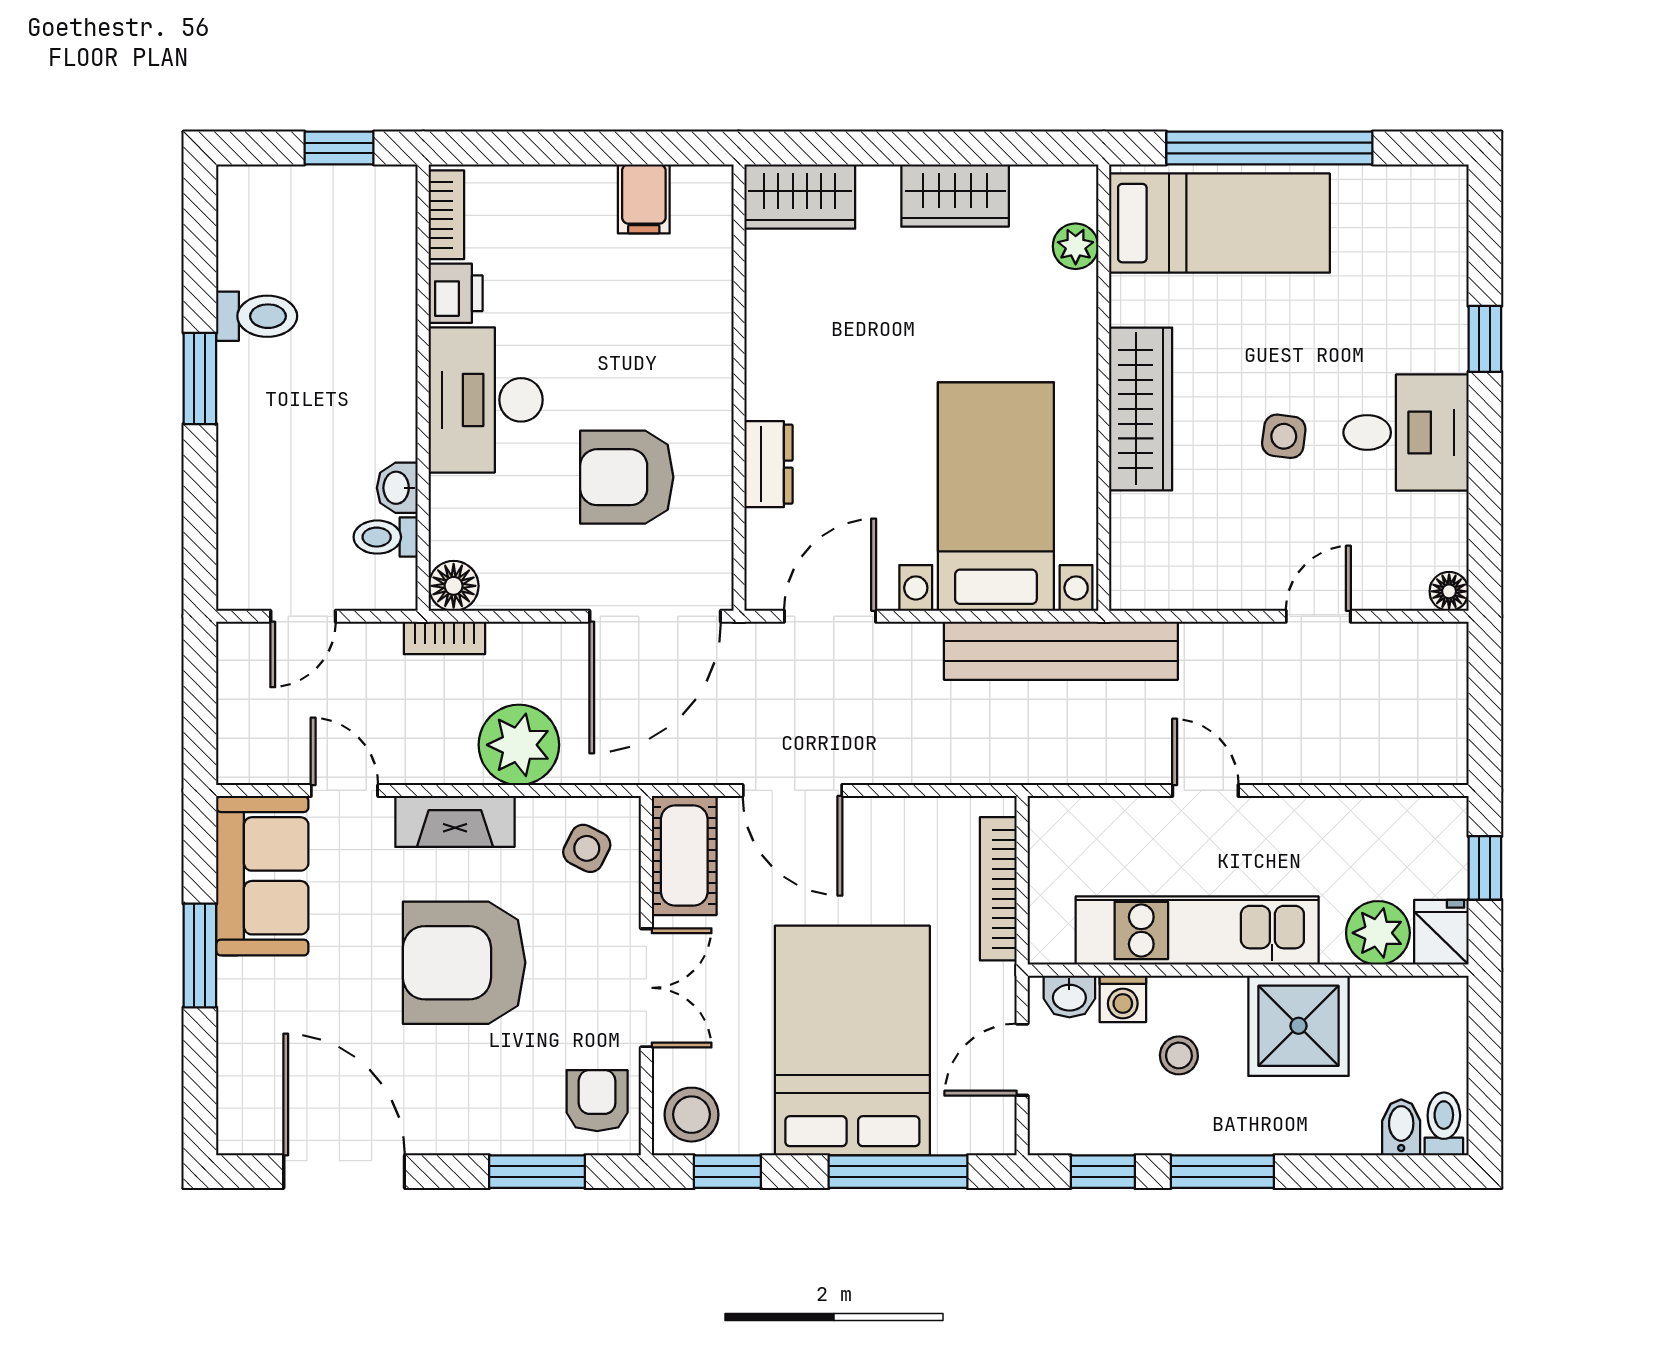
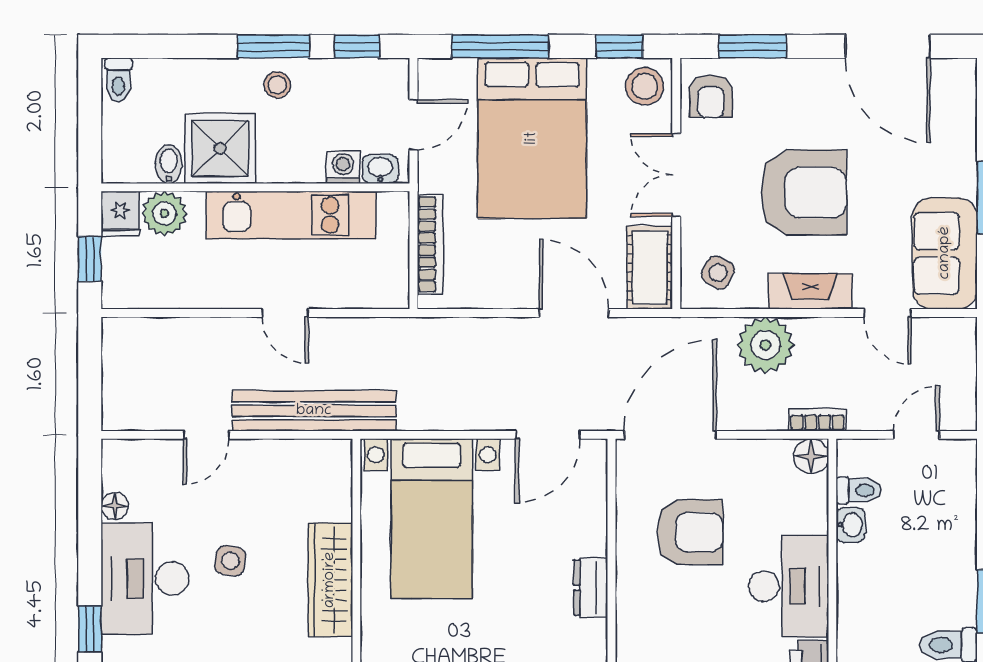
desk: (1406, 432) -> (145, 579), width x1.37
dresser: (769, 464) -> (591, 588), moved
floor lamp: (1449, 591) -> (115, 506), moved
bench: (1061, 651) -> (314, 411), moved
stool: (1179, 1055) -> (277, 85), moved
bidet: (1401, 1127) -> (169, 164), moved, turned 180

